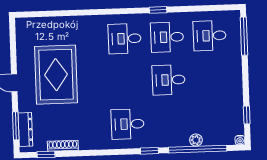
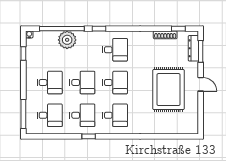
desk: (211, 78) -> (50, 82), added
desk: (126, 81) -> (115, 82), added
plant: (196, 140) -> (67, 40), width x1.87, depth x1.87

